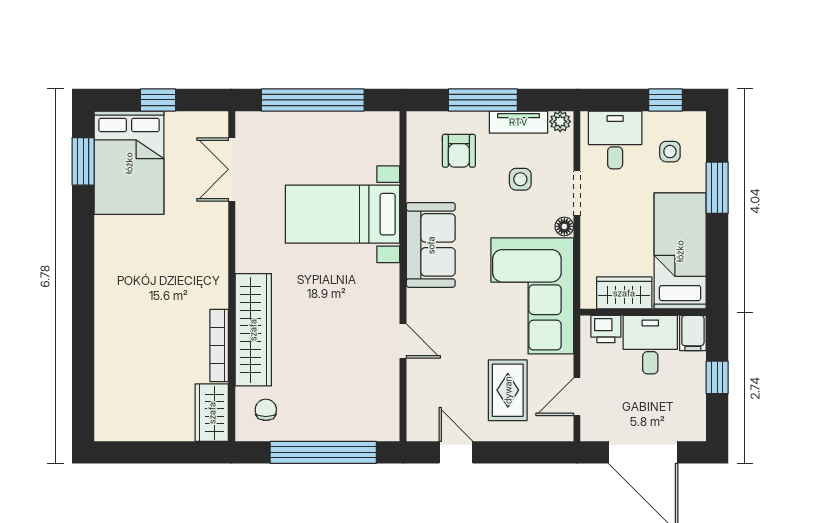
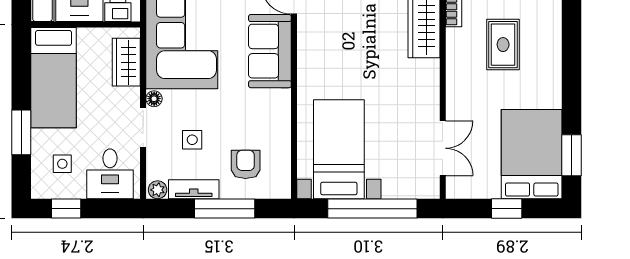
bed with nightstands: (342, 214) -> (339, 149), moved, turned -90
sofa: (431, 245) -> (270, 51), moved
rug: (162, 289) -> (503, 45), added
wardrobe: (624, 293) -> (126, 62), moved, turned 90

